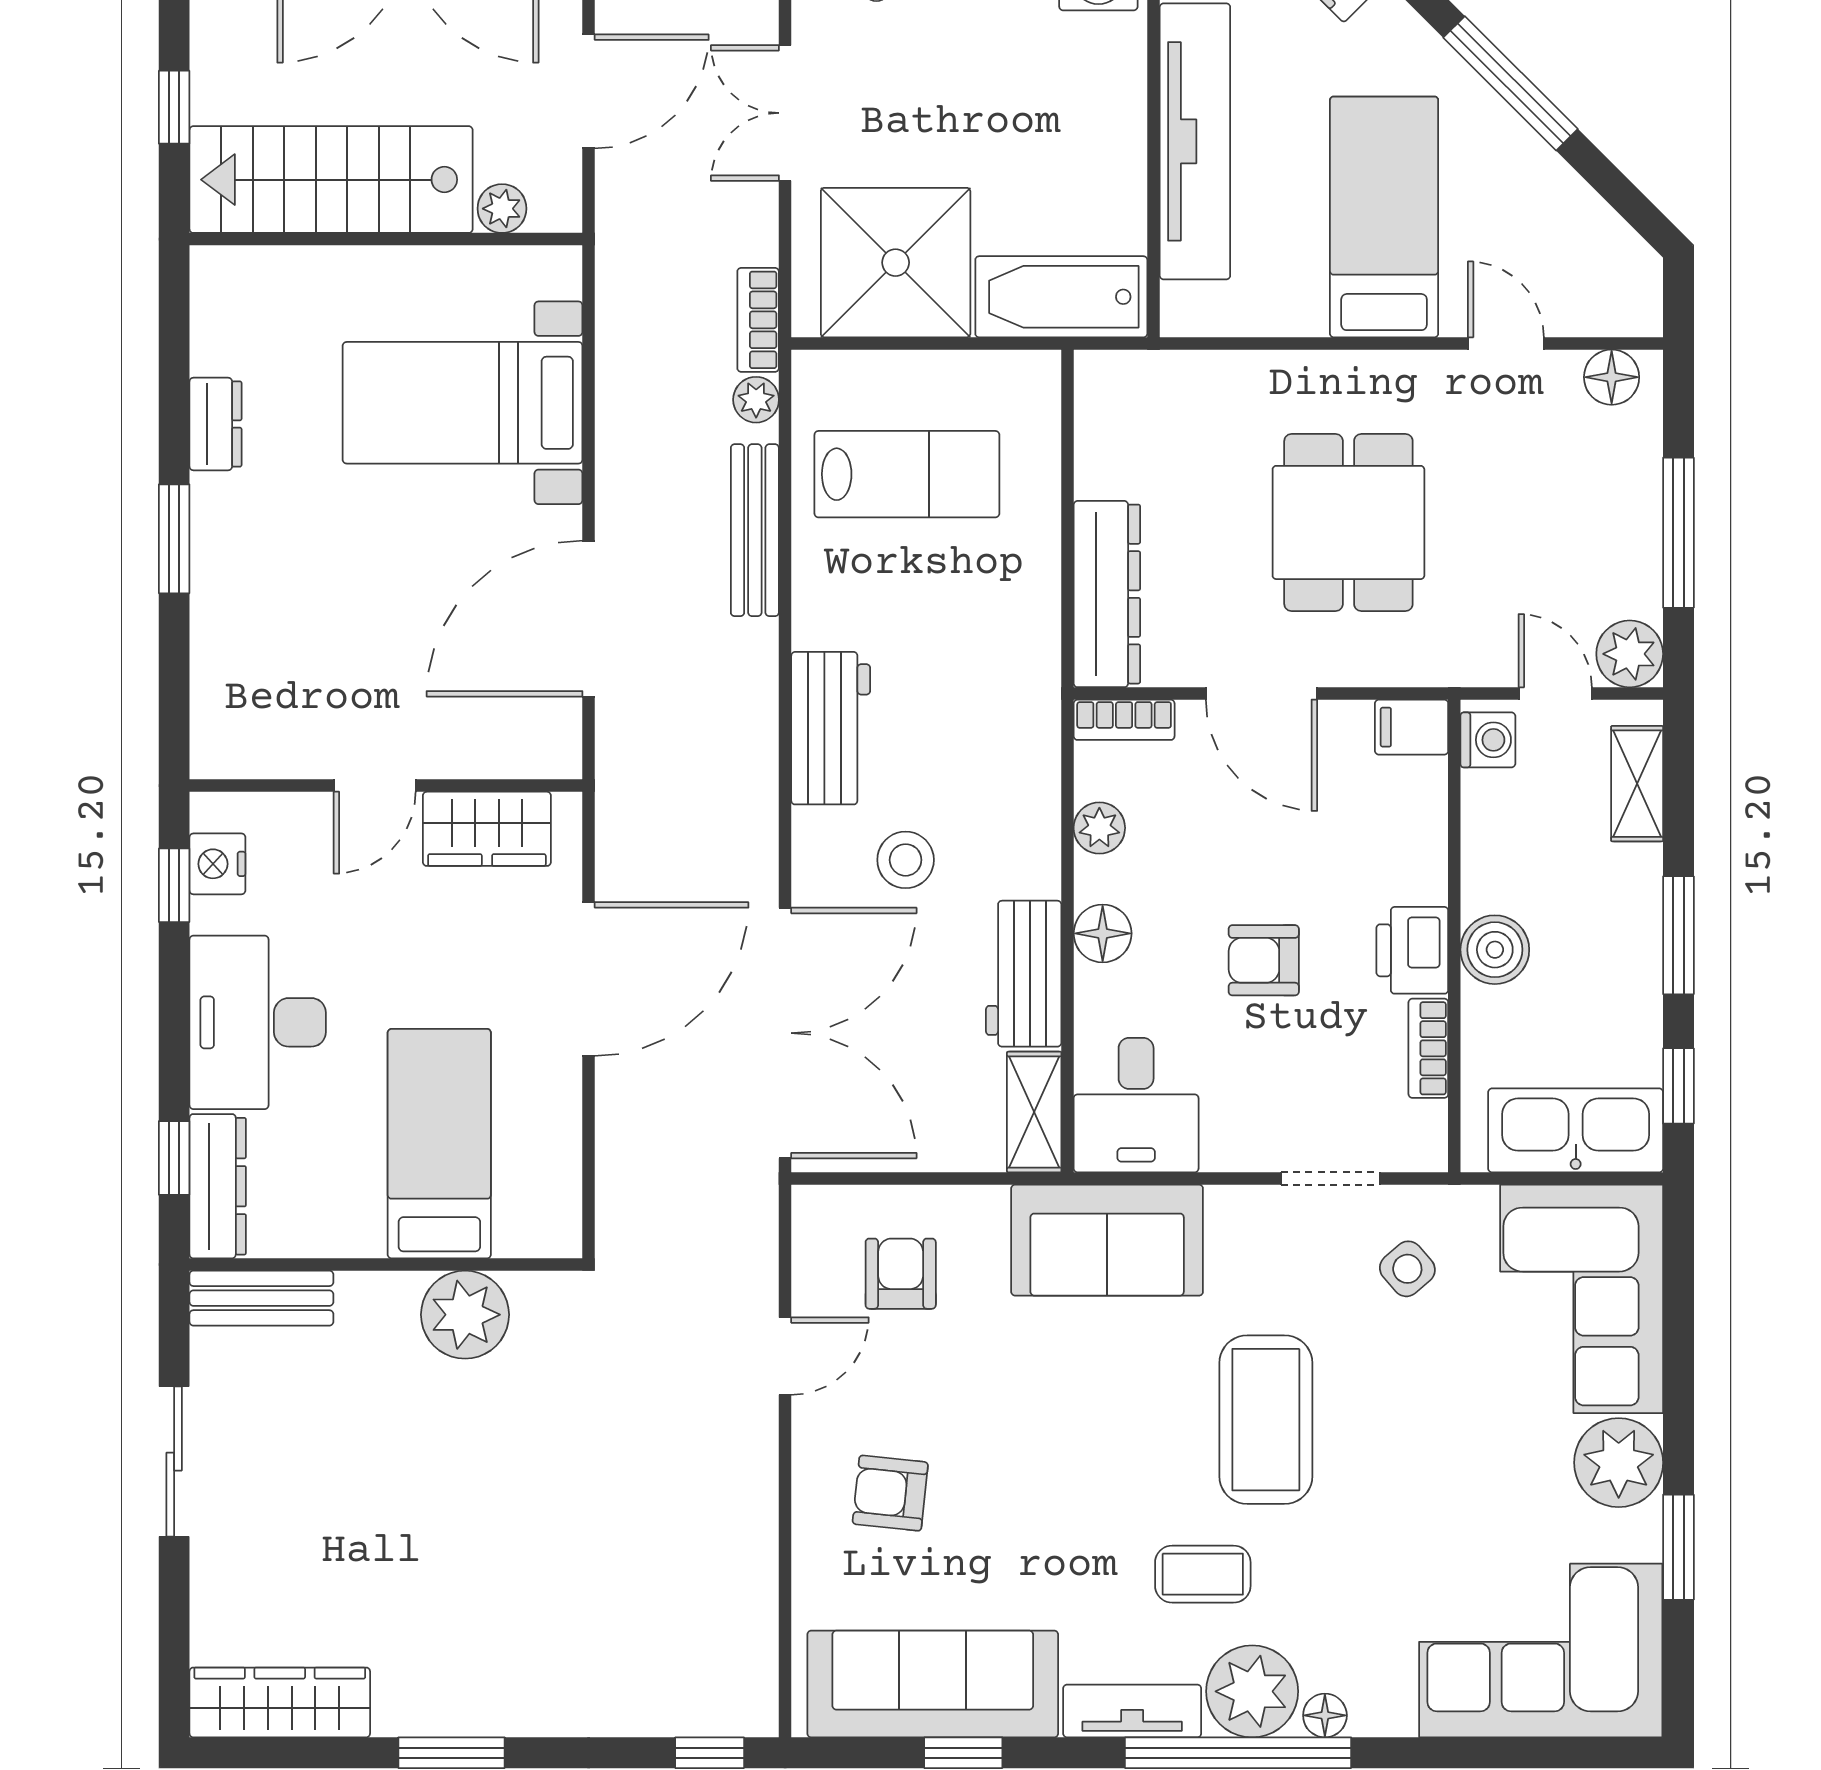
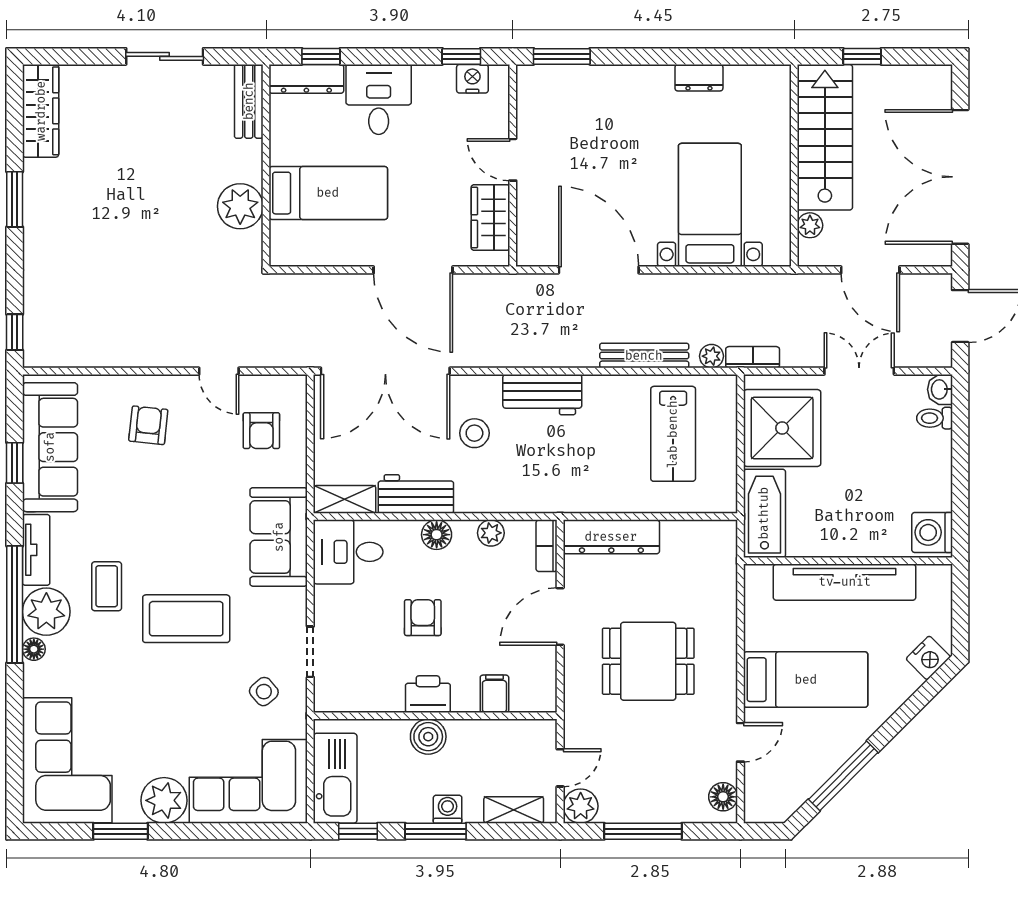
window: (1511, 83) -> (843, 776), moved
window: (174, 539) -> (562, 56), moved
filing cabinet: (1412, 727) -> (494, 694), moved
washing machine: (1488, 740) -> (448, 809), moved, turned 180
desk: (258, 1022) -> (379, 99), width x0.73
bookcase: (1428, 1048) -> (377, 702), removed
armchair: (901, 1274) -> (261, 431), turned 90

